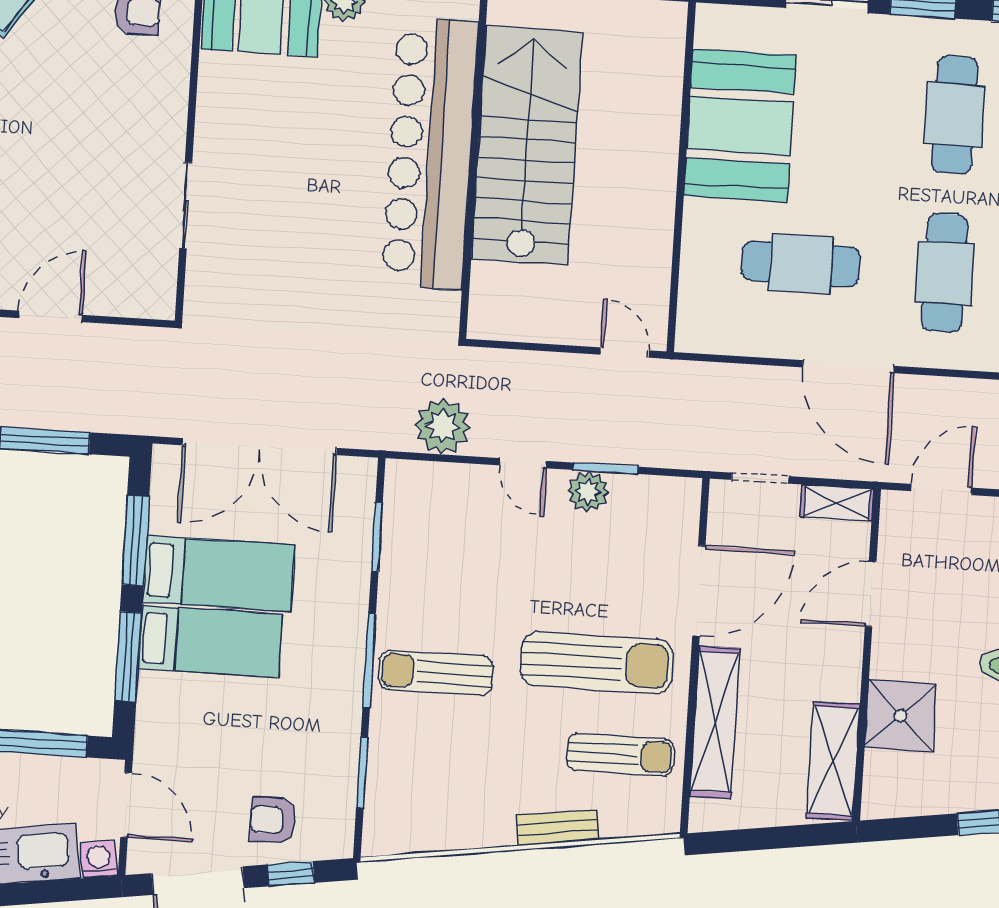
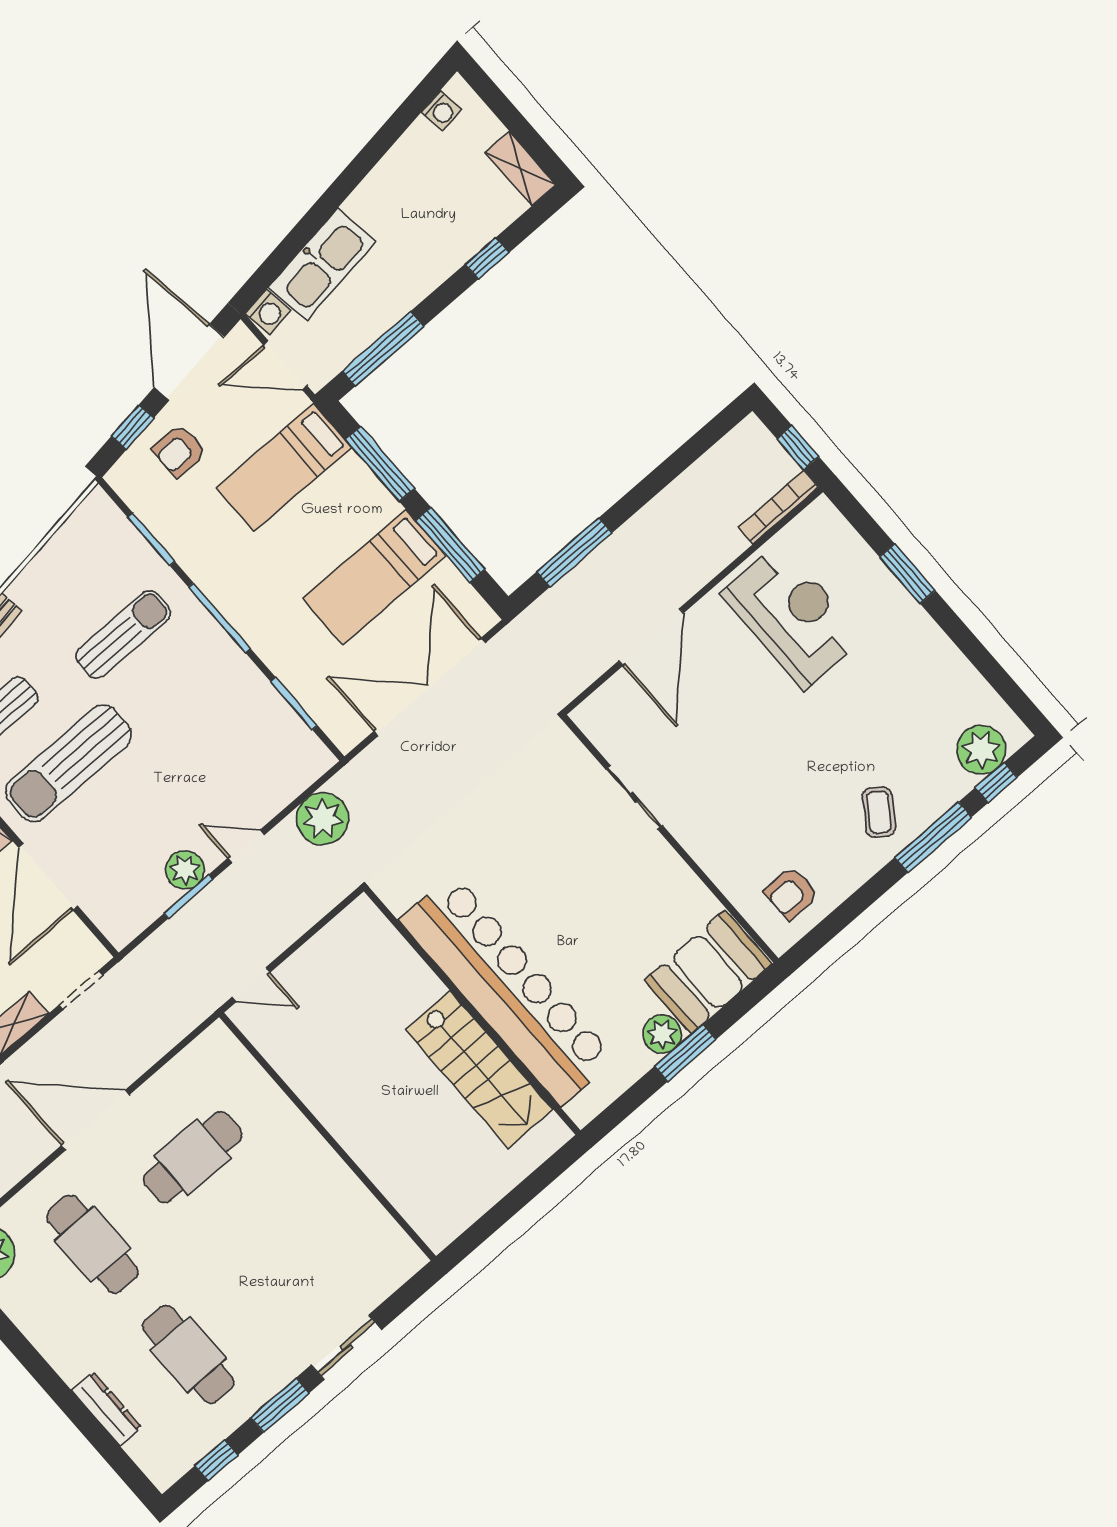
booth: (740, 126) -> (322, 1208), removed
stairs: (527, 145) -> (479, 1069), width x0.73, depth x0.66
door: (50, 316) -> (651, 637), width x1.36
bed: (210, 641) -> (284, 467), moved
sun lounger: (436, 673) -> (123, 634), moved
armchair: (273, 820) -> (179, 451), turned 180

